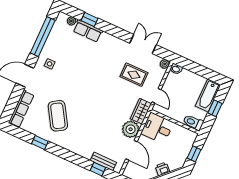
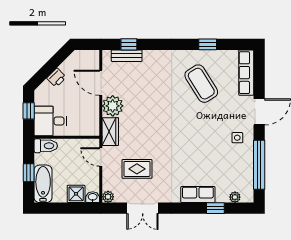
row of seats: (88, 31) -> (198, 194), moved
shower: (187, 77) -> (76, 194), added
desk: (157, 128) -> (50, 121), moved, turned 180

